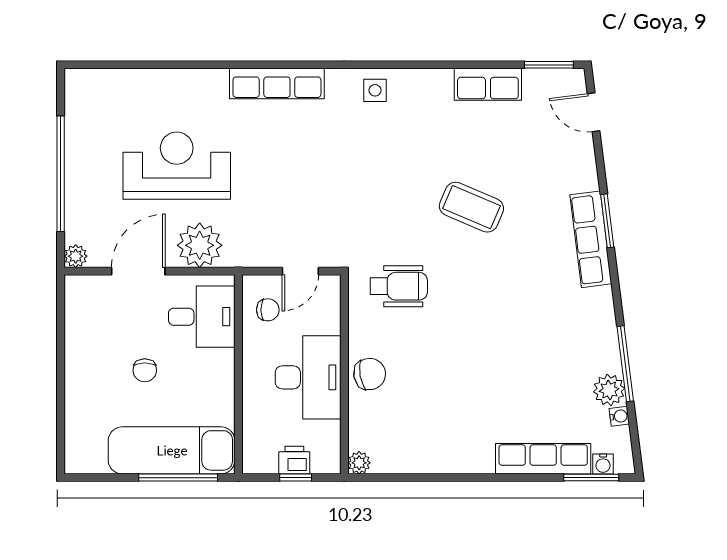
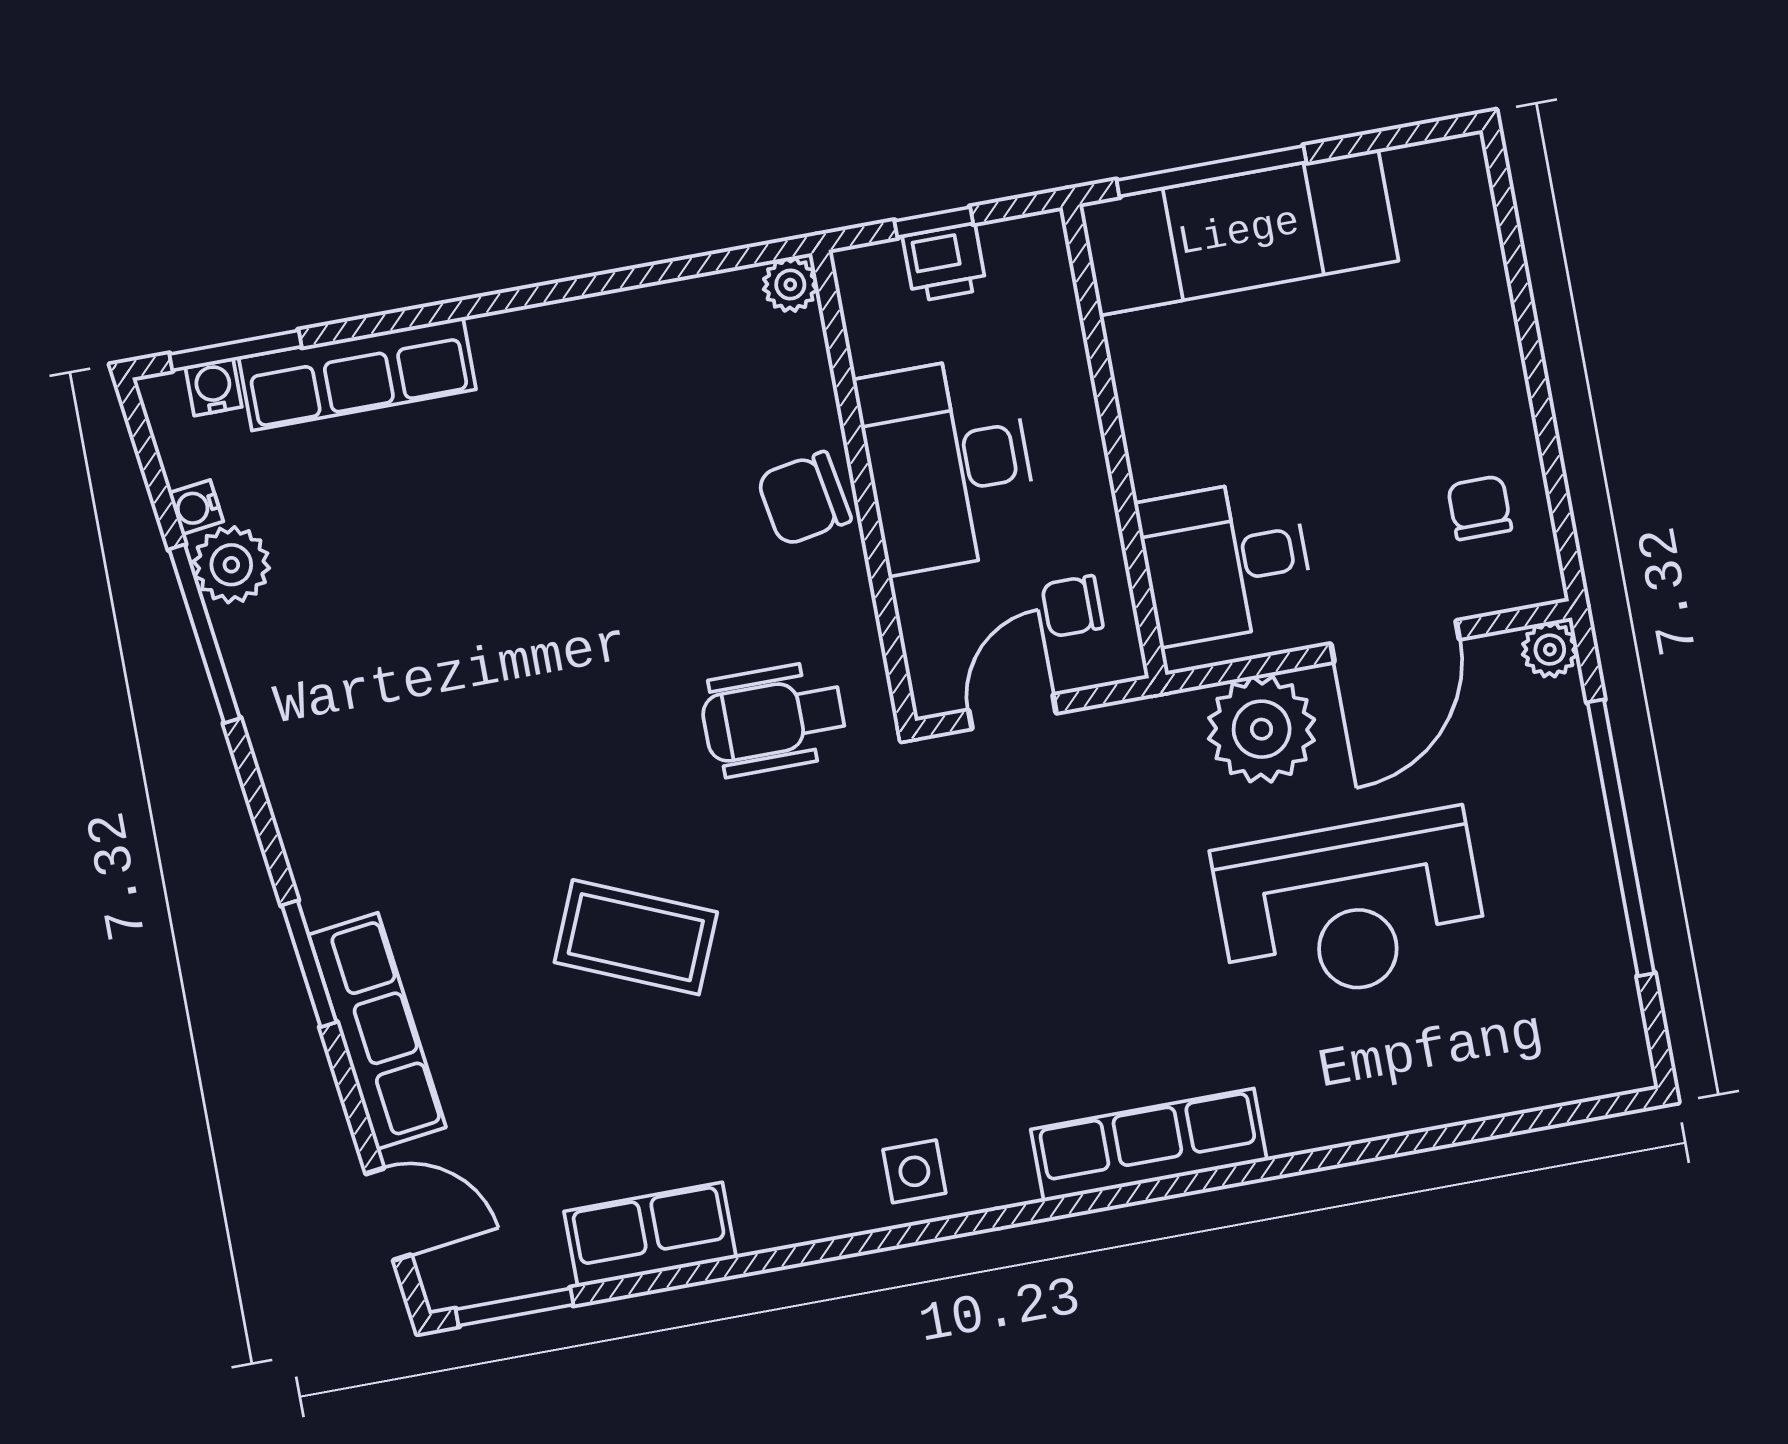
row of seats: (591, 239) -> (377, 1031), moved
chair: (145, 370) -> (1480, 508), moved

